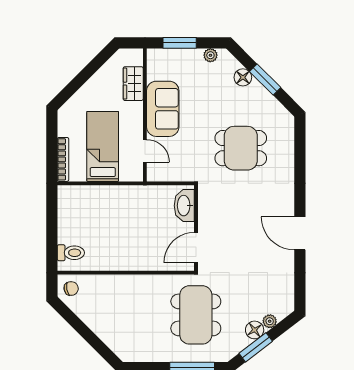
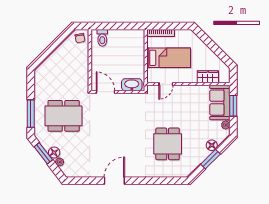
sofa: (163, 109) -> (220, 103), moved, turned 90
washbasin: (184, 206) -> (132, 85), moved
wall: (196, 228) -> (118, 92), moved
door: (196, 248) -> (106, 92), moved

